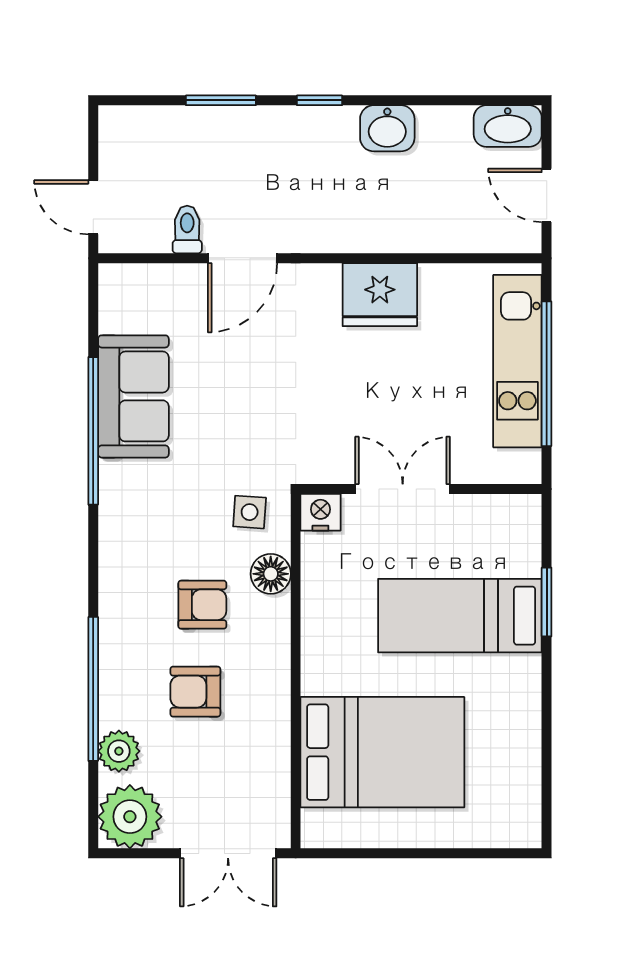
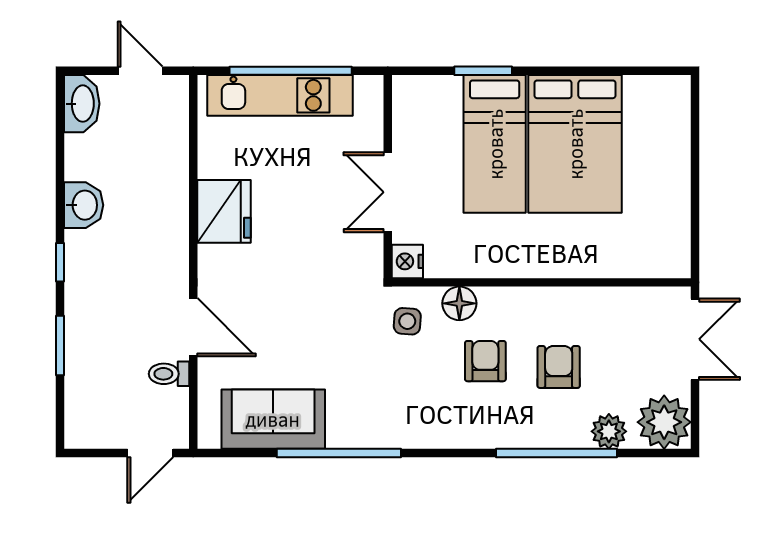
door: (547, 195) -> (140, 71), swing flipped
sofa: (133, 396) -> (273, 419), moved
armchair: (195, 692) -> (559, 367), turned 180
bed: (382, 752) -> (575, 144), moved, turned 180

